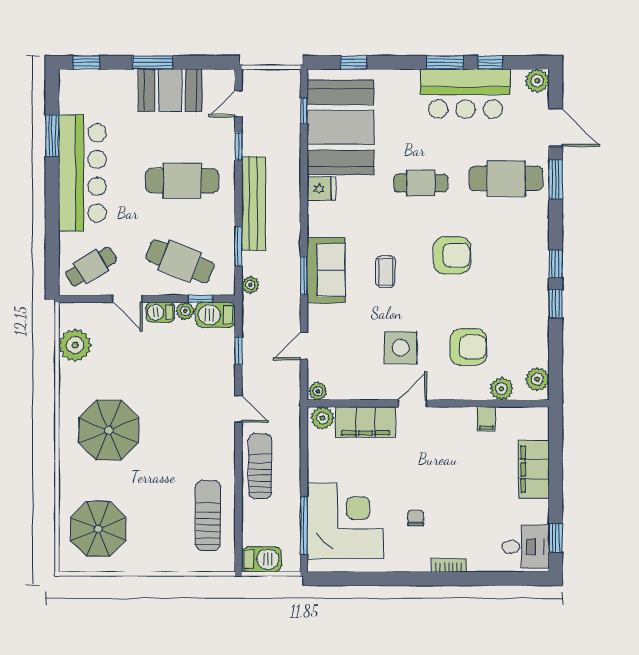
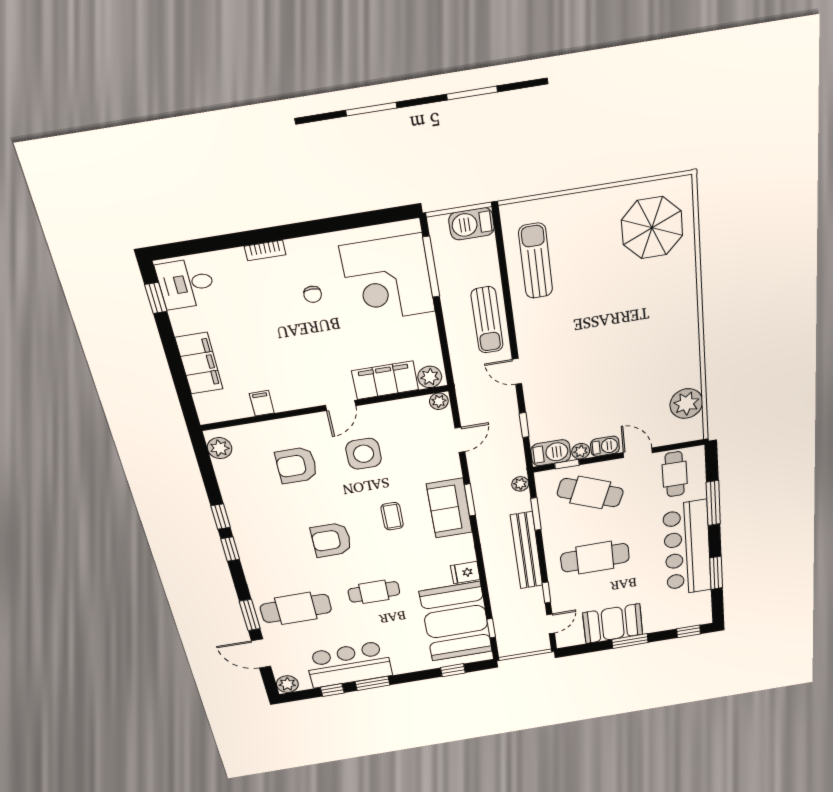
window: (52, 224) -> (713, 503), added
cafe table: (91, 267) -> (675, 474), turned -59
plant: (501, 389) -> (254, 434), removed
parasol: (109, 430) -> (648, 330), removed
sun lounger: (208, 515) -> (536, 261), turned 180

